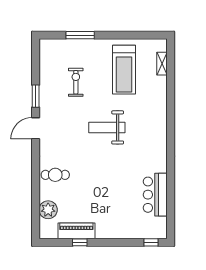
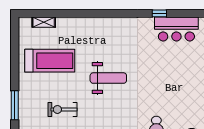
weight bench: (107, 127) -> (108, 78), turned -90
window: (171, 178) -> (159, 13), added

